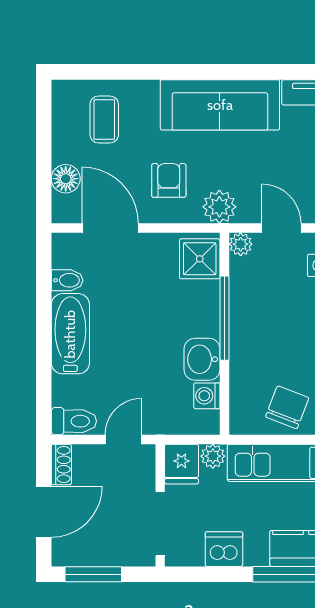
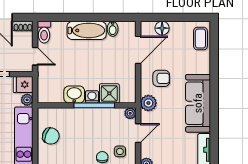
coffee table: (104, 119) -> (200, 39), moved, turned 90
shower: (200, 259) -> (109, 93), moved
washing machine: (207, 396) -> (92, 97), moved

